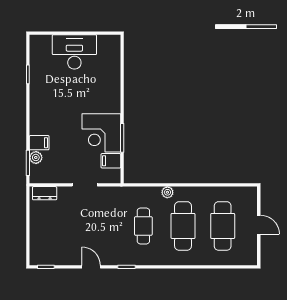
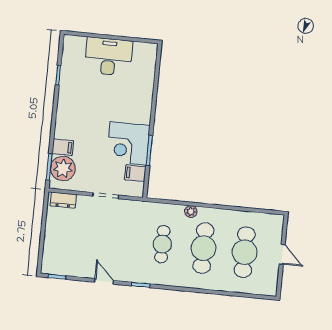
plant: (36, 157) -> (63, 168), width x1.88, depth x1.88

